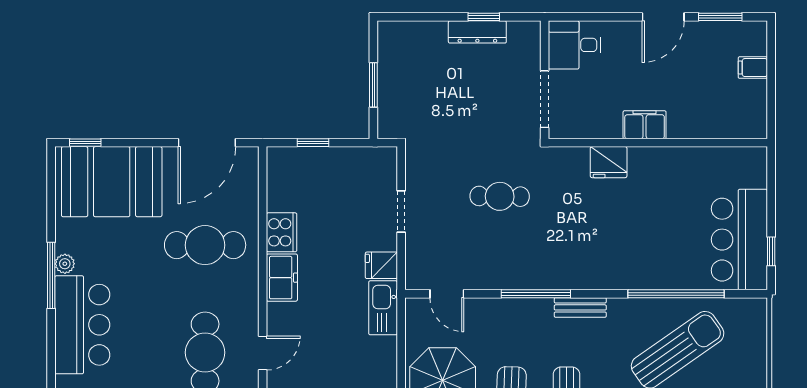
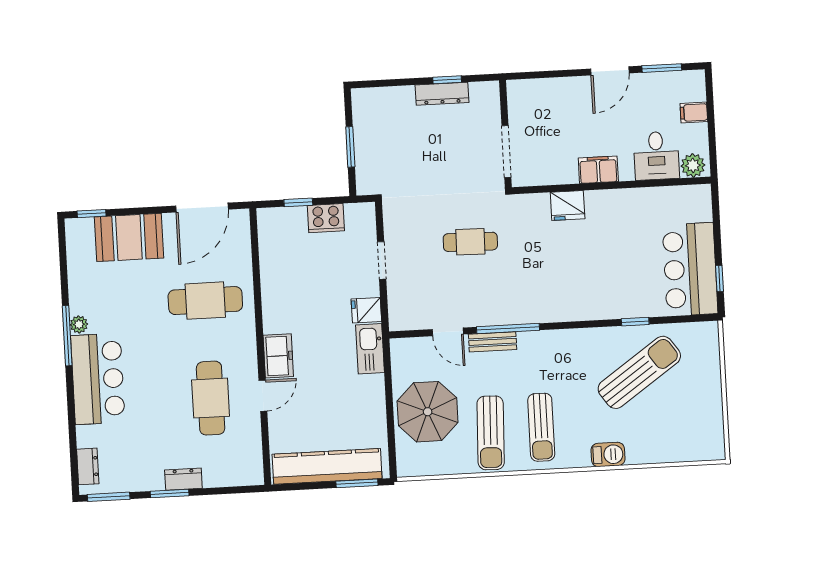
desk: (575, 45) -> (656, 156), moved, turned -90
plant: (749, 126) -> (693, 165), added
booth: (112, 182) -> (129, 237), width x0.73, depth x0.70
cooker: (282, 232) -> (326, 218), moved, turned 90
freezer: (282, 278) -> (278, 356), moved
door: (447, 294) -> (448, 332), moved
window: (676, 294) -> (635, 322), width x0.32
bench: (580, 307) -> (493, 342), moved

